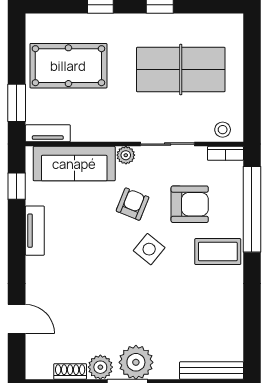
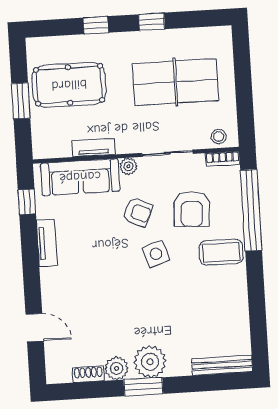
window: (17, 103) -> (21, 101), moved
tv unit: (48, 133) -> (94, 148), moved
armchair: (133, 204) -> (138, 212), turned 92
armchair: (190, 204) -> (192, 209), turned 94
side table: (149, 249) -> (156, 254), turned 33

